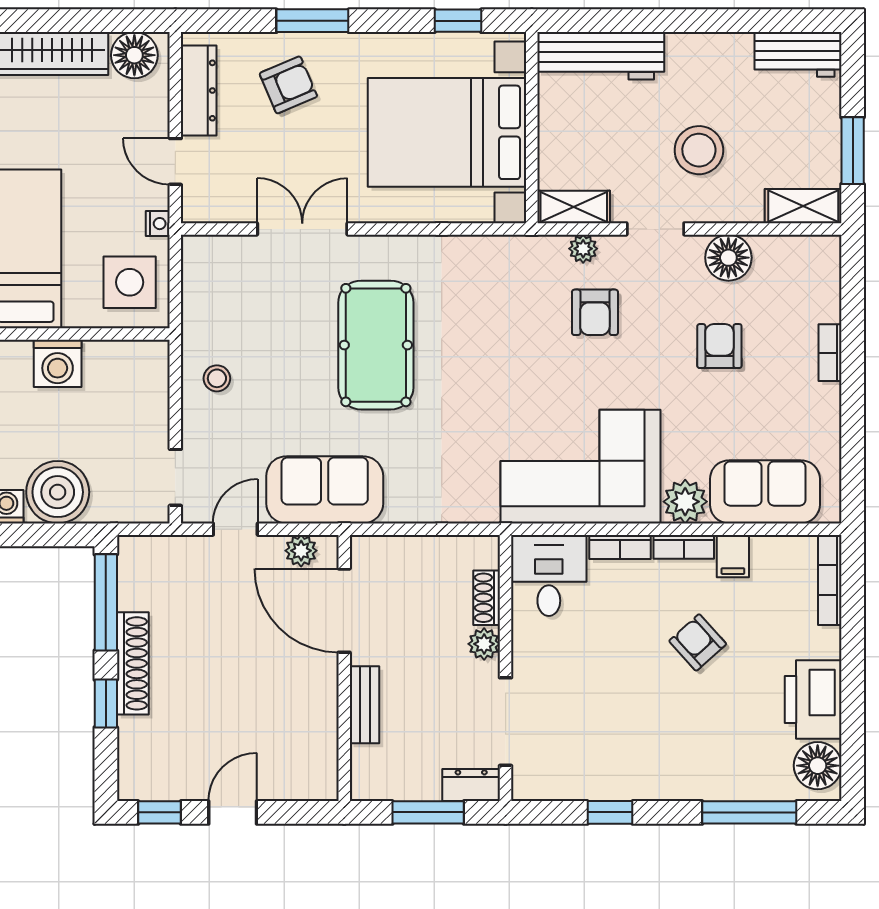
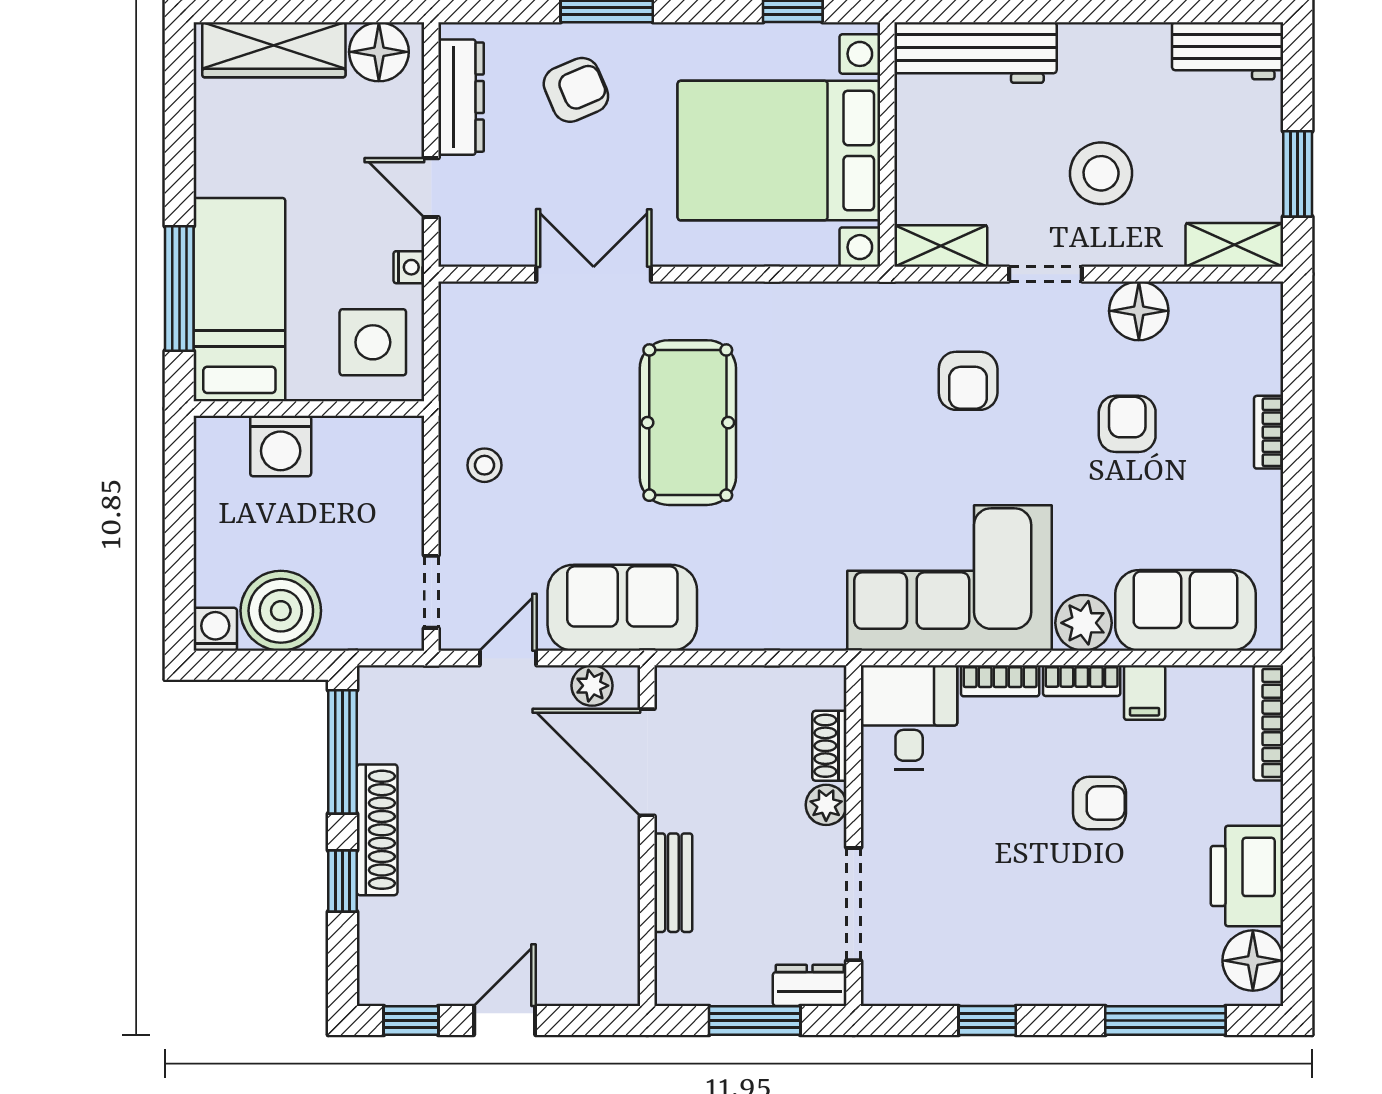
plant: (583, 249) -> (953, 299), removed
armchair: (698, 642) -> (1099, 803), turned 132

